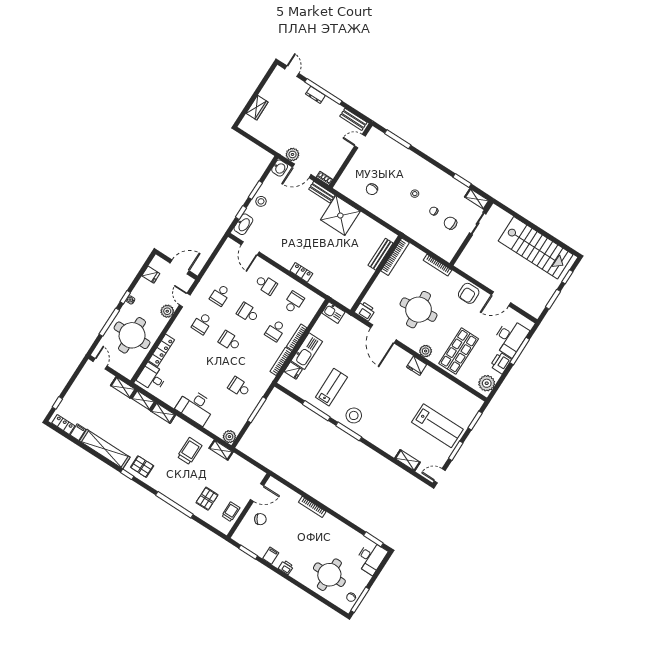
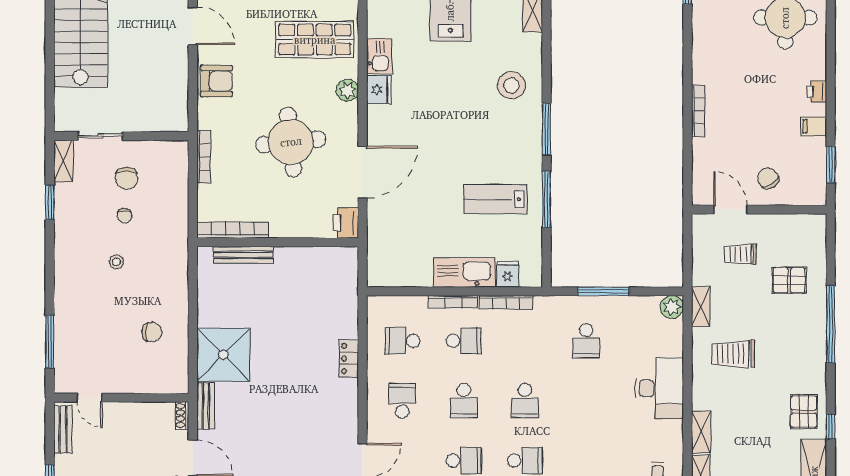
kitchen sink: (333, 313) -> (379, 56), moved
stool: (354, 415) -> (511, 85), moved
trolley: (231, 512) -> (740, 254), moved

